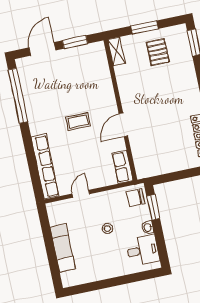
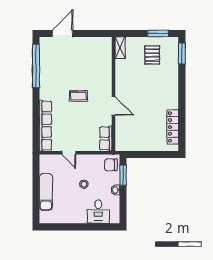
window: (144, 27) -> (158, 33), moved
window: (75, 42) -> (89, 33), removed
door: (123, 125) -> (113, 106), swing flipped
door: (81, 194) -> (69, 153), swing flipped
desk: (143, 250) -> (98, 212), moved, turned 90

